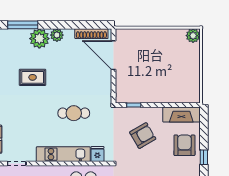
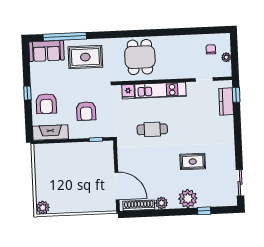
window: (23, 25) -> (204, 211), width x0.46
plant: (57, 35) -> (161, 203), moved
armchair: (143, 136) -> (86, 111), turned -60

